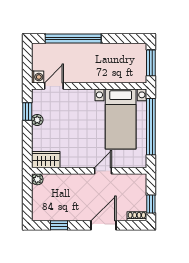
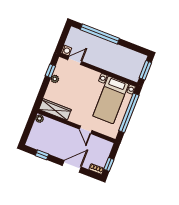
wardrobe: (46, 160) -> (55, 109), width x1.50
door: (103, 171) -> (86, 130), swing flipped

